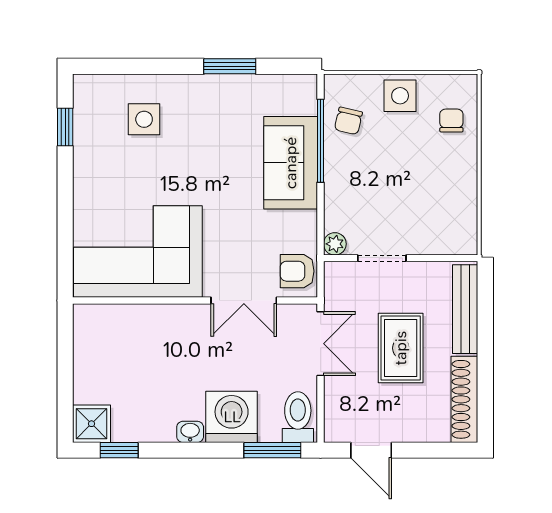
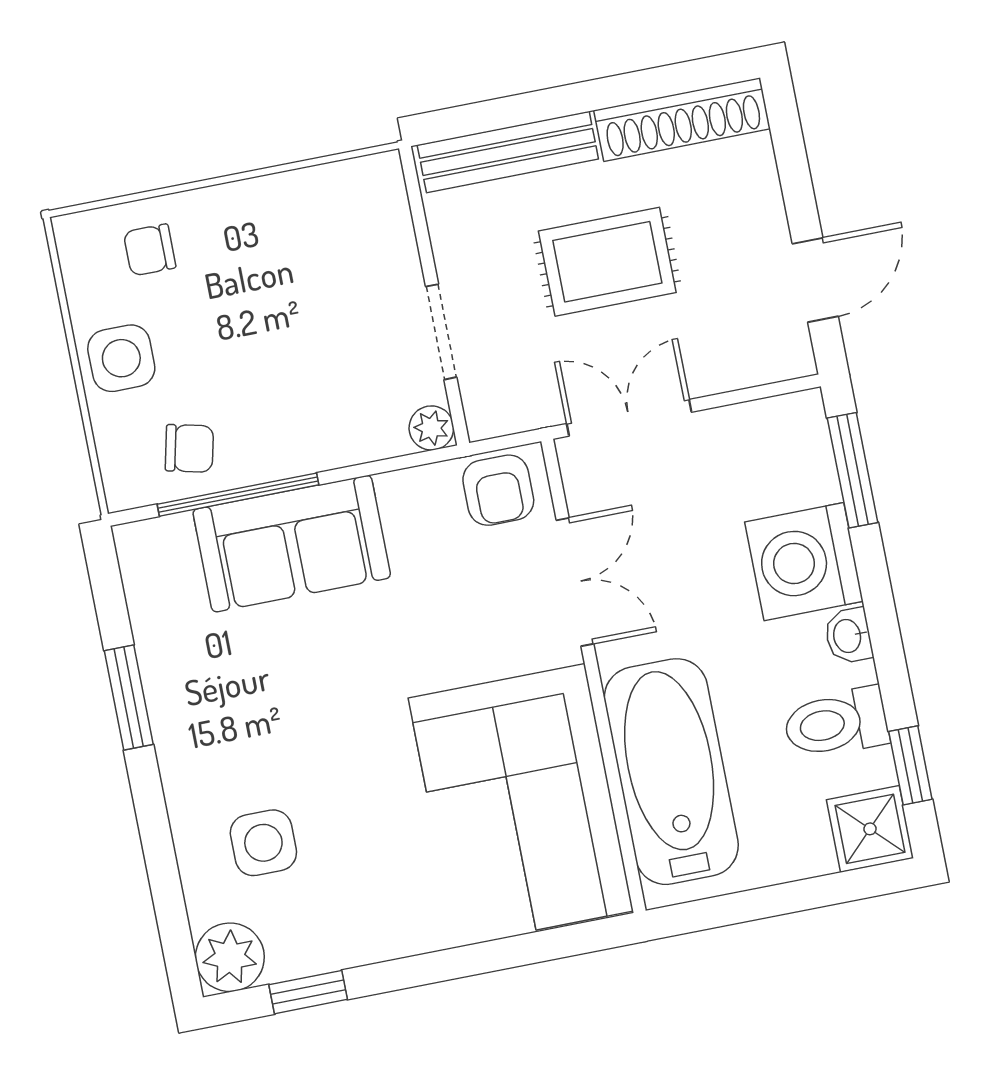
plant: (90, 91) -> (230, 957), added
bathtub: (140, 330) -> (671, 772), added
toilet: (298, 417) -> (836, 723), moved

